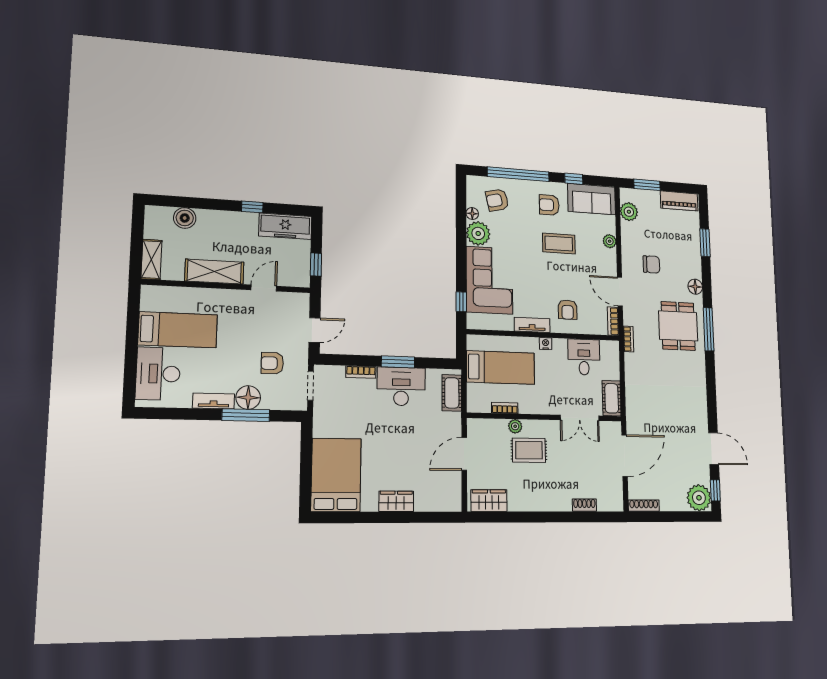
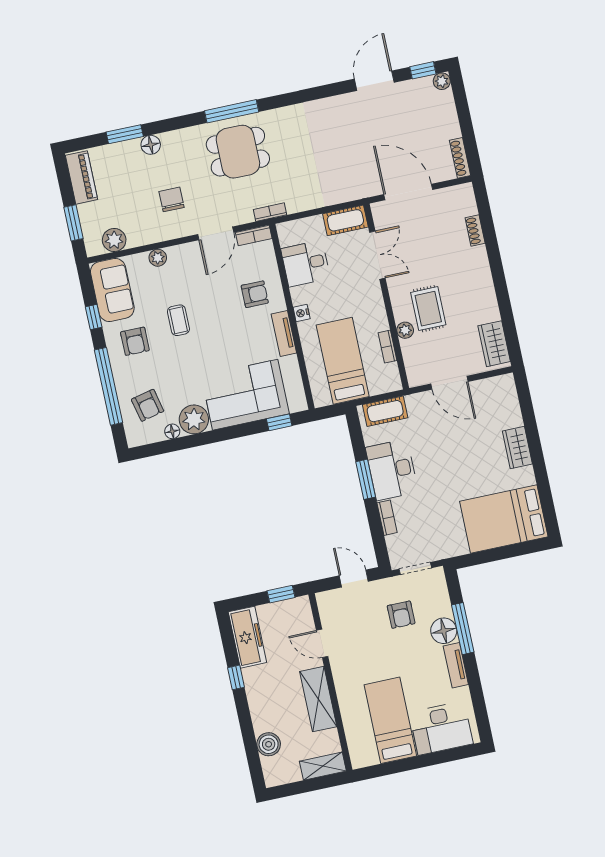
coffee table: (559, 244) -> (178, 320), width x0.73, depth x0.77
floor lamp: (695, 287) -> (151, 145), moved
plant: (699, 498) -> (442, 81), width x0.53, depth x0.53

